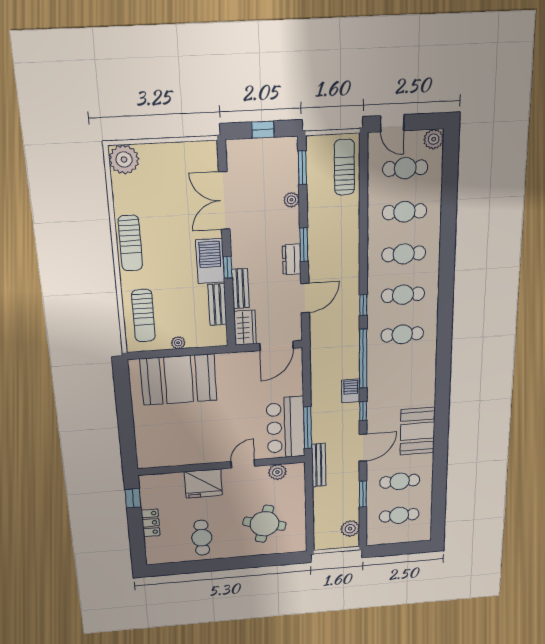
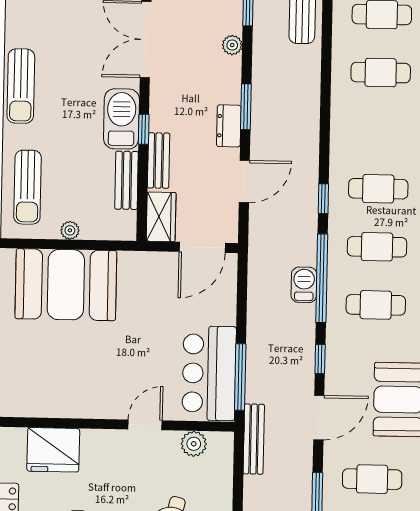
cafe table: (404, 254) -> (376, 305), moved
barbecue: (351, 391) -> (304, 285), moved
fridge: (203, 483) -> (53, 450), moved

